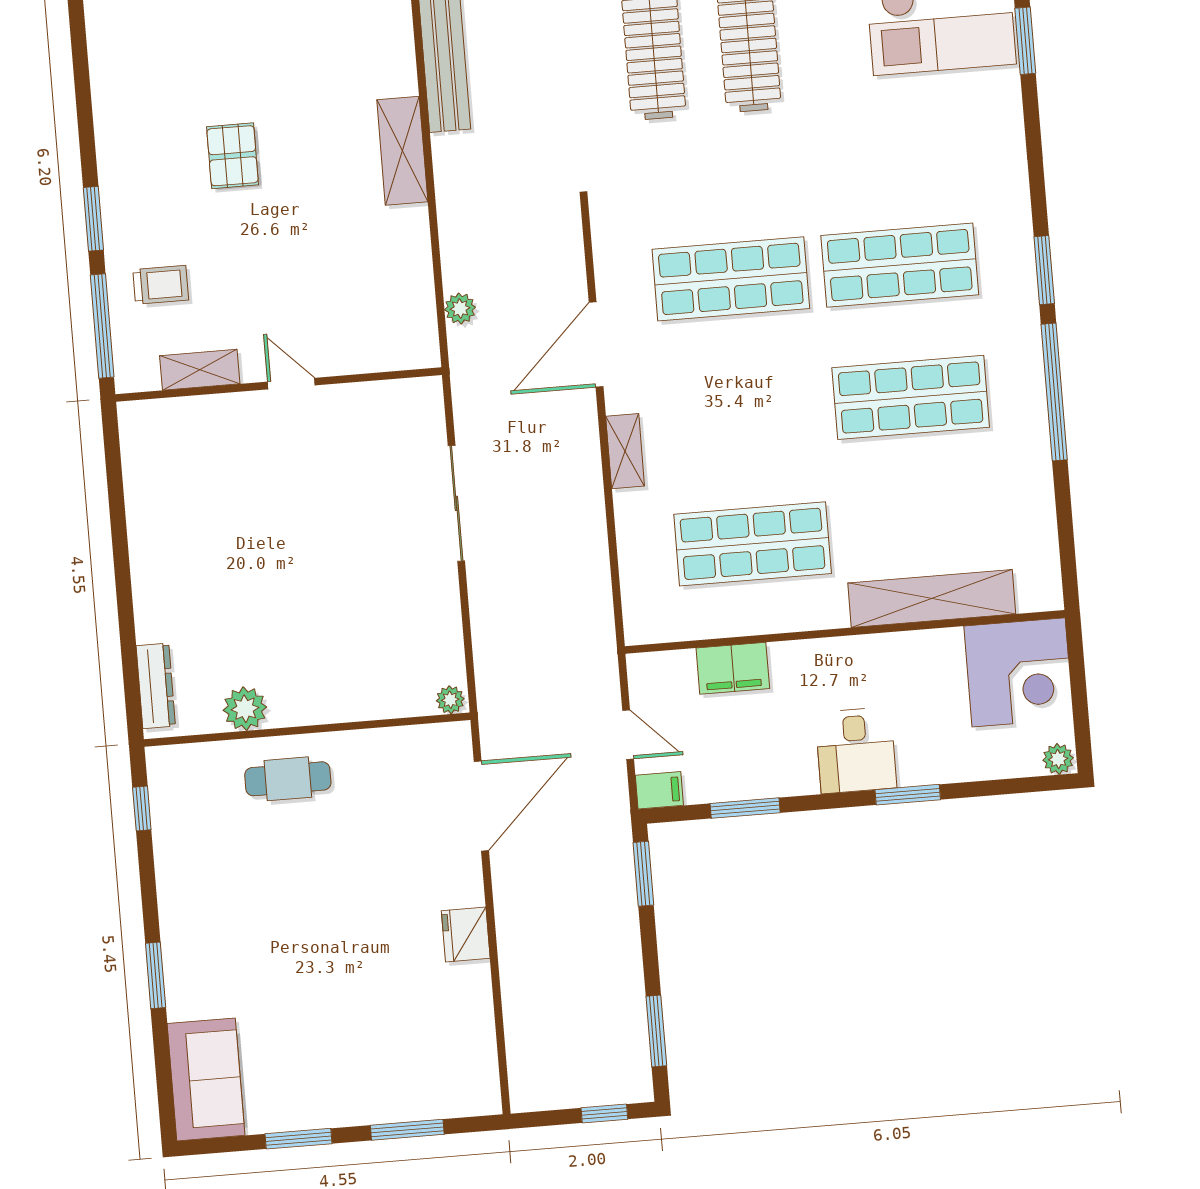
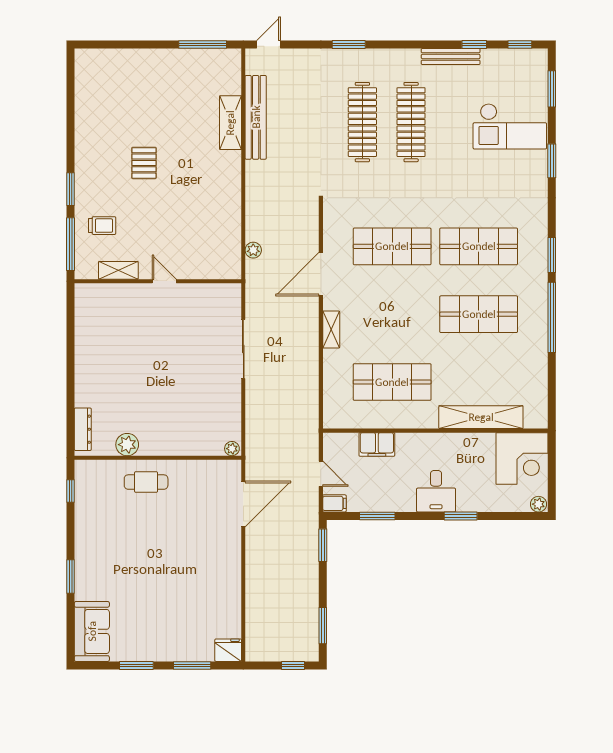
window: (1025, 41) -> (552, 161), moved
shelving: (402, 151) -> (230, 123), moved
fridge: (466, 935) -> (228, 650), moved, turned 90

